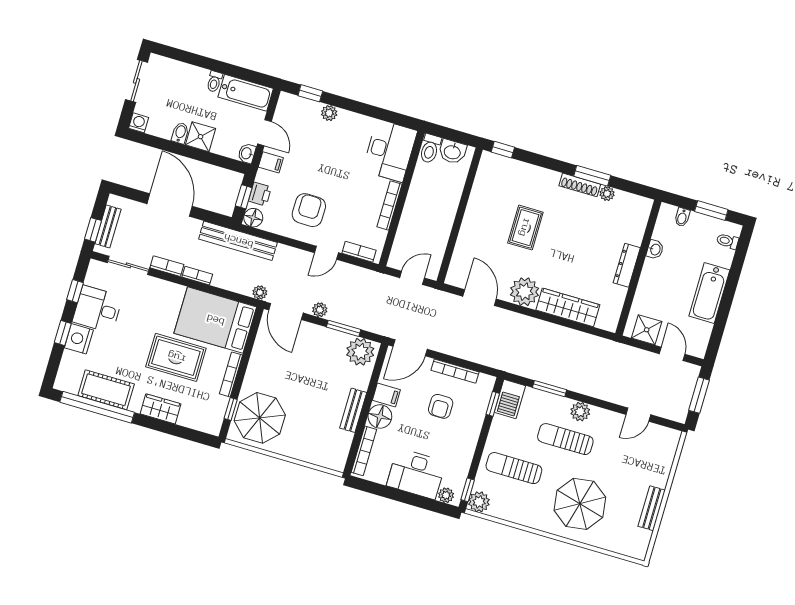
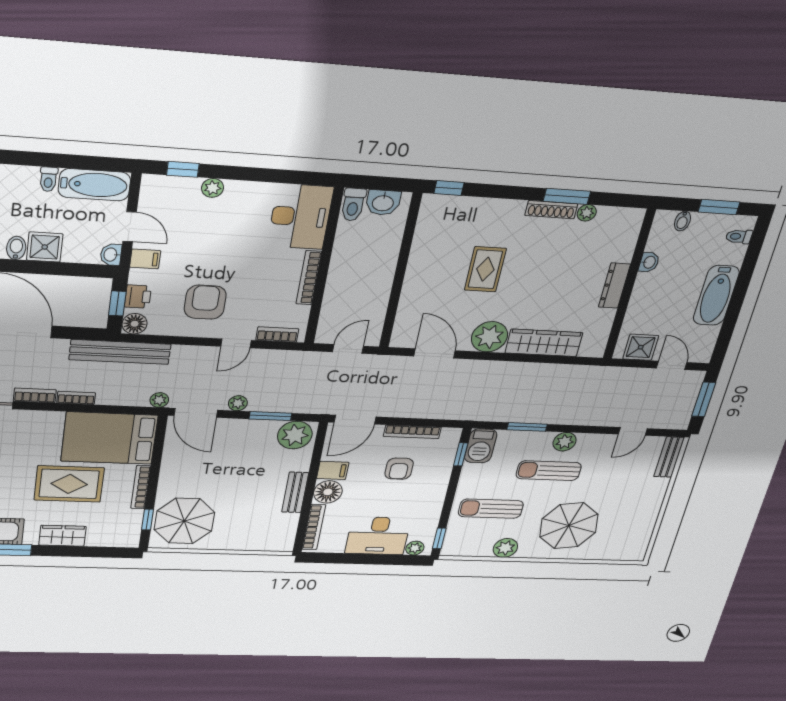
plant: (479, 502) -> (505, 548), moved
bench: (652, 508) -> (669, 457), moved

